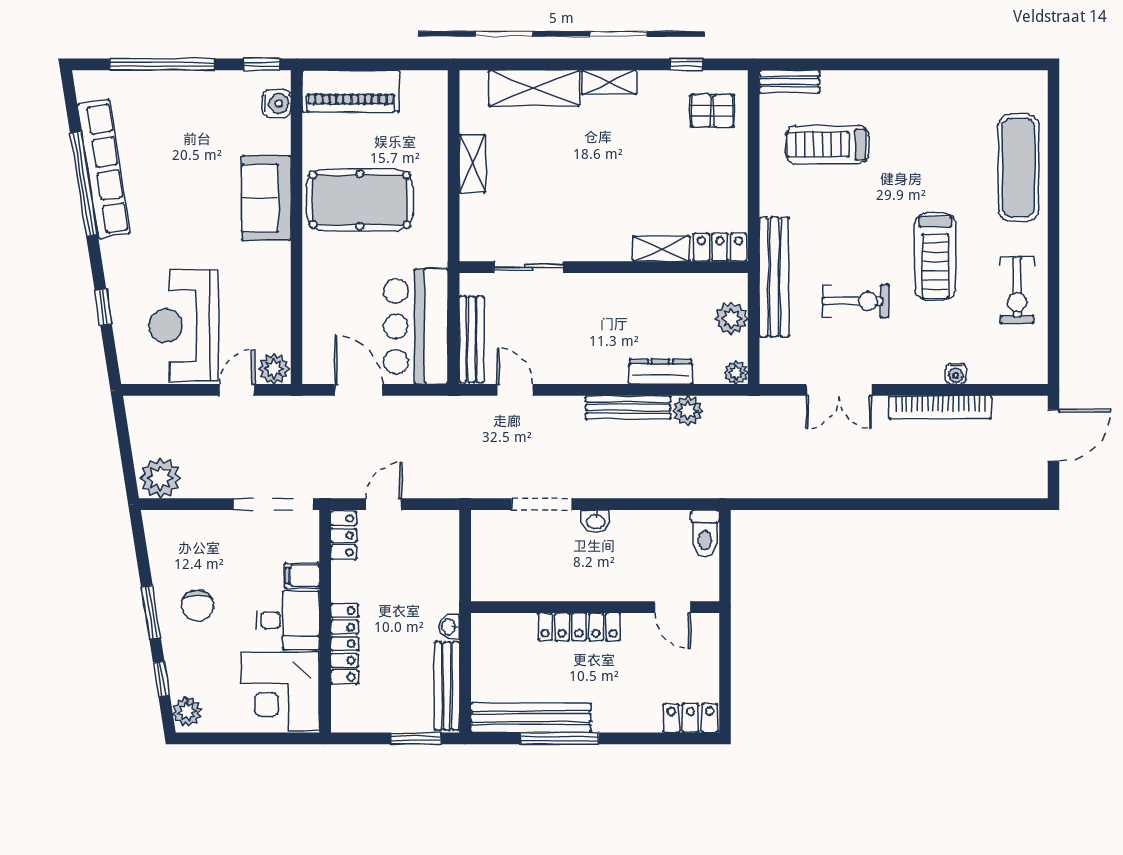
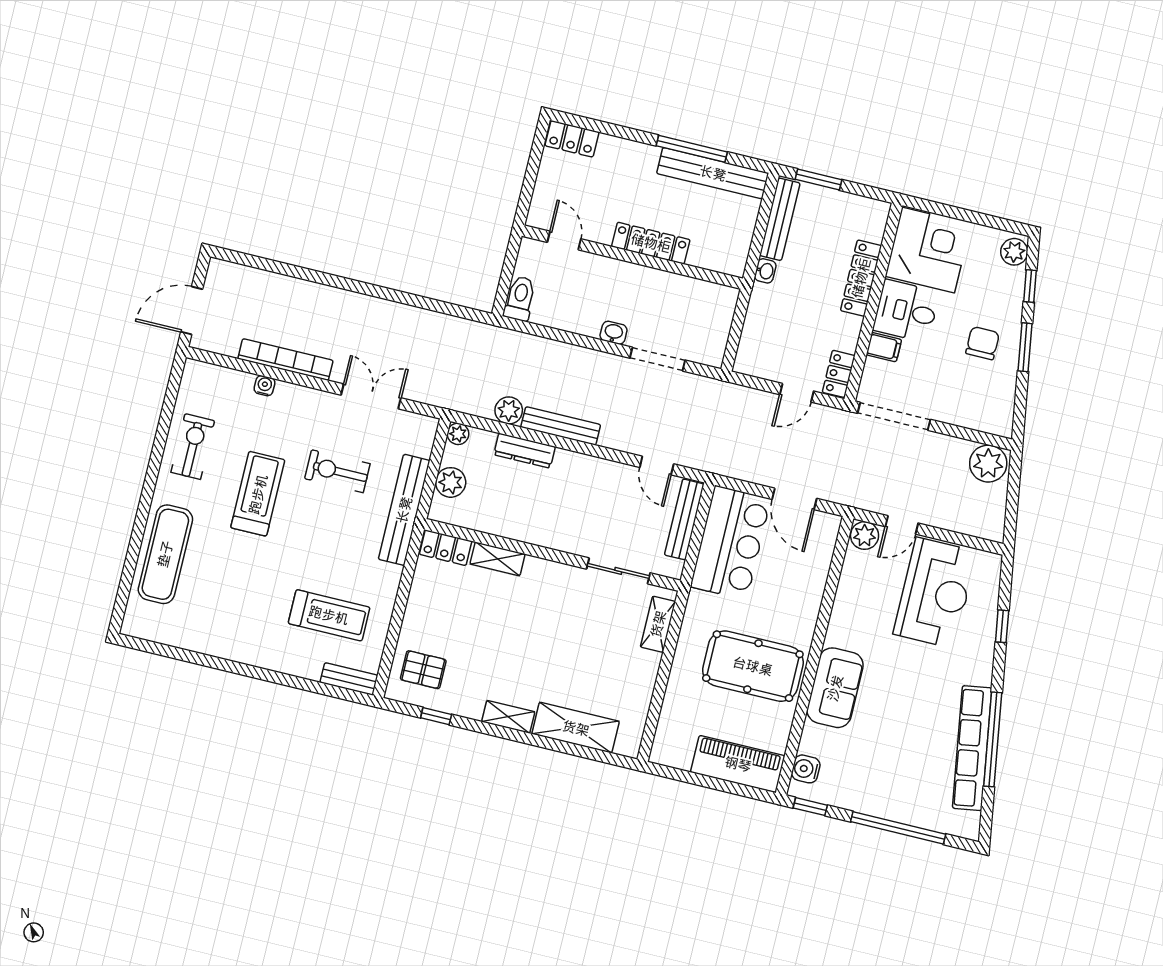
shelving: (472, 164) -> (658, 624), moved

